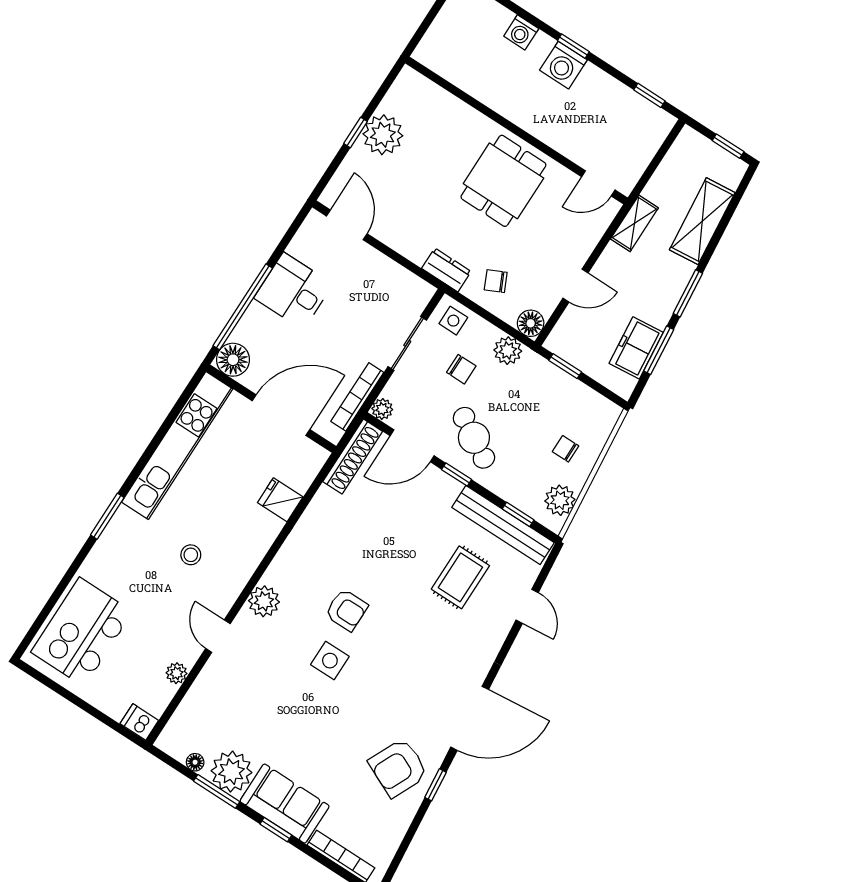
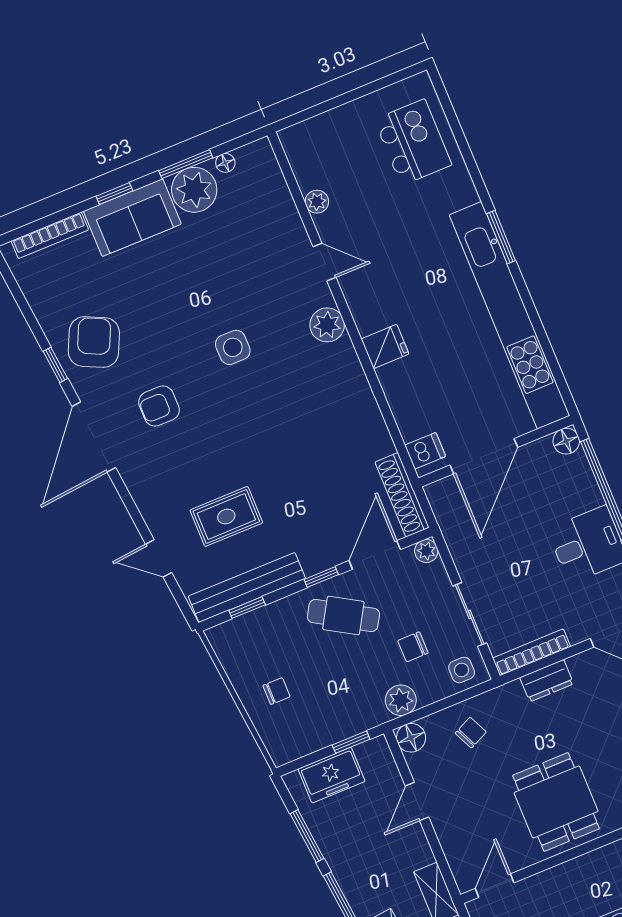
dresser: (446, 270) -> (547, 681), moved
freezer: (636, 348) -> (332, 775), moved, turned 96
floor lamp: (233, 360) -> (566, 441), width x0.73, depth x0.73
bookcase: (357, 397) -> (532, 652), moved, turned -90
kitchen unit: (177, 445) -> (510, 315), width x1.36
fridge: (280, 500) -> (385, 346), moved
plant: (560, 500) -> (234, 654), removed
stool: (191, 555) -> (414, 288), removed
rug: (460, 577) -> (226, 516), turned 90
armchair: (346, 610) -> (159, 406), moved
kitchen island: (82, 632) -> (413, 142), width x0.73, depth x0.78
dishwasher: (139, 722) -> (425, 451), moved

